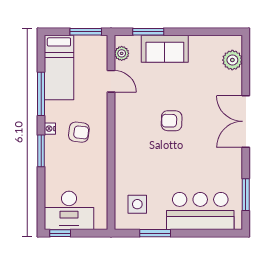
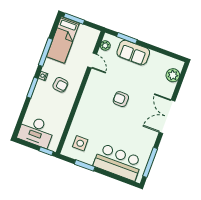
window: (86, 32) -> (74, 19), moved
window: (246, 195) -> (150, 162), width x1.44
window: (60, 233) -> (46, 151), moved

